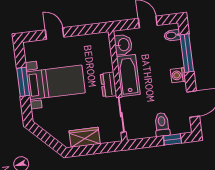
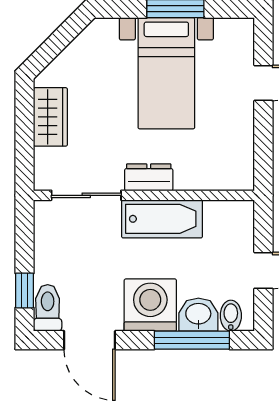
washbasin: (123, 45) -> (198, 315), moved, turned 180
washing machine: (178, 75) -> (150, 305), width x1.89, depth x1.89
toilet: (162, 124) -> (48, 308), moved, turned -90

